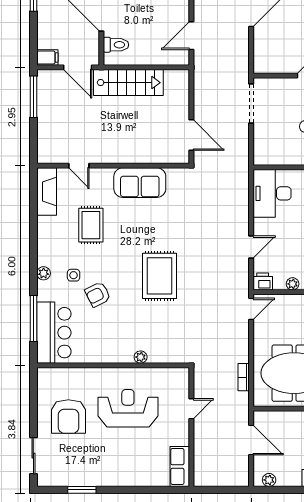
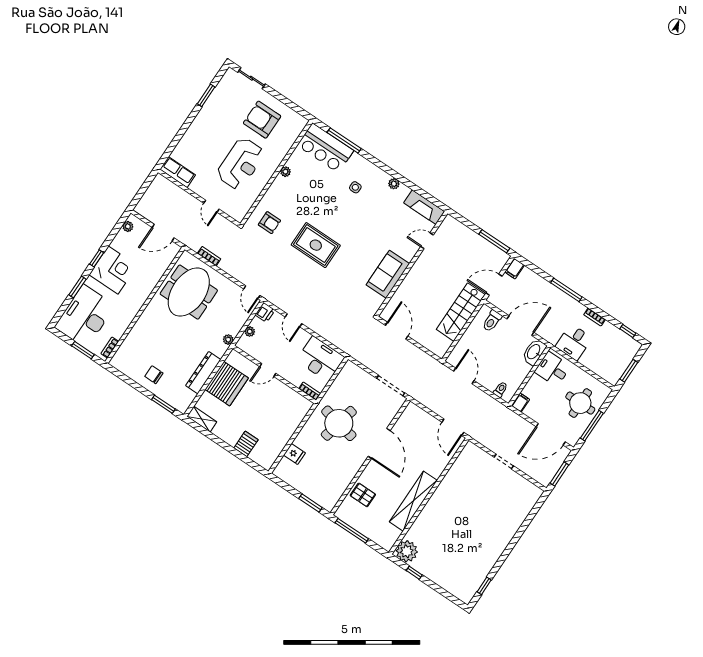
door: (191, 135) -> (397, 331), swing flipped
rug: (91, 225) -> (381, 222), removed
plant: (44, 273) -> (394, 184), moved
armchair: (98, 294) -> (269, 223), moved, turned 117
plant: (141, 357) -> (285, 172), moved

